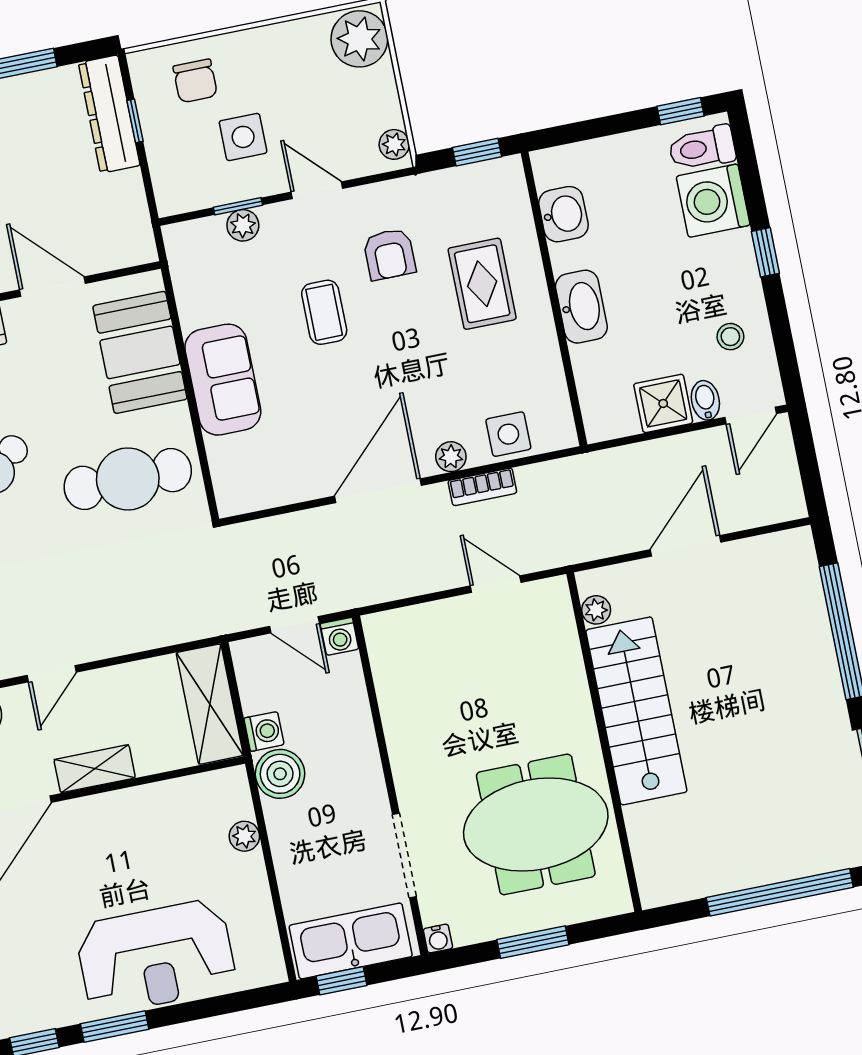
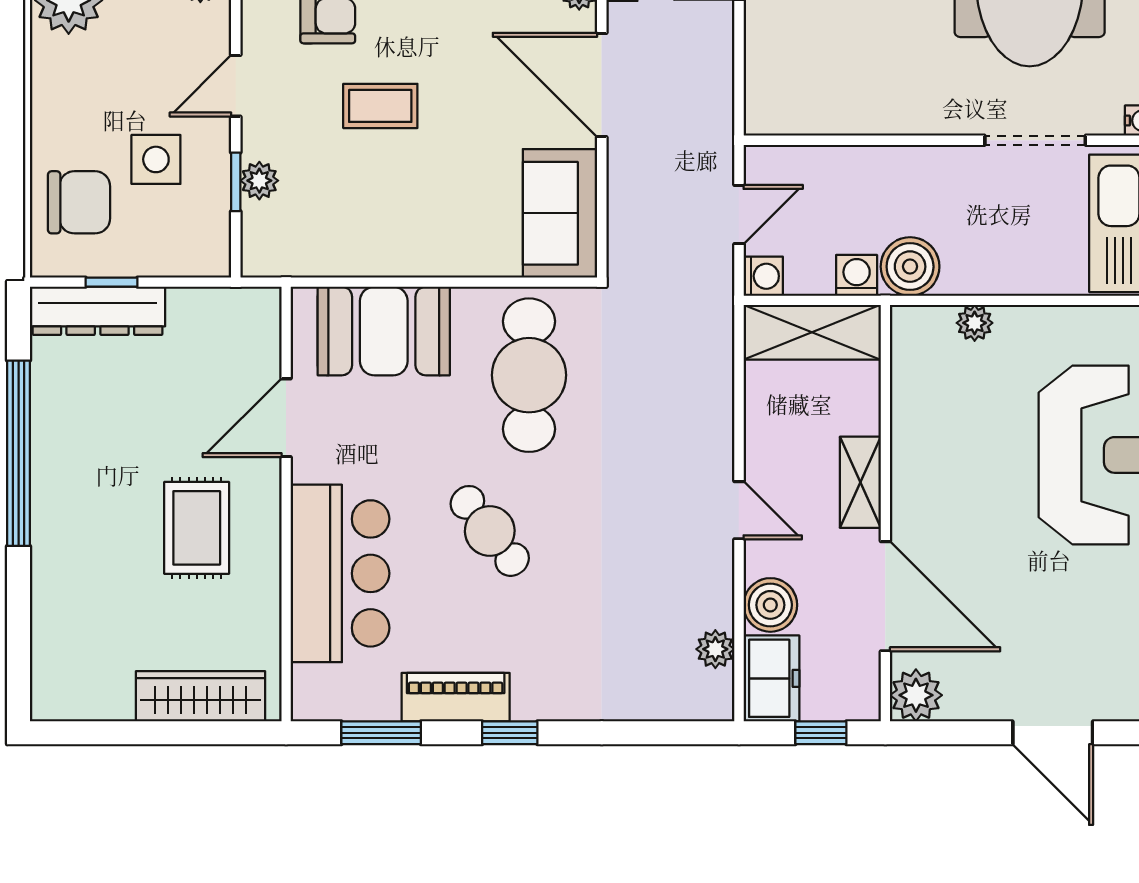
chair: (195, 81) -> (79, 202), width x1.37, depth x1.37
sofa: (223, 380) -> (560, 213), moved, turned -90
washing machine: (339, 636) -> (763, 276), moved

